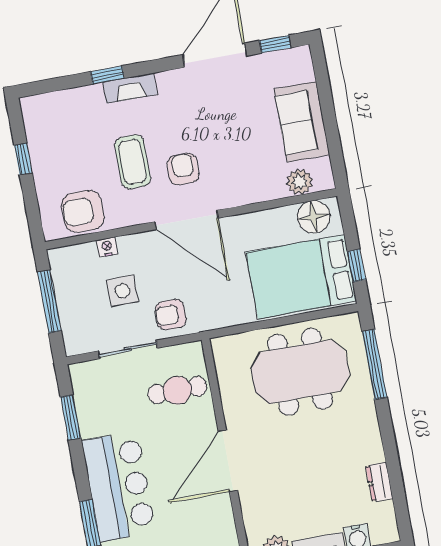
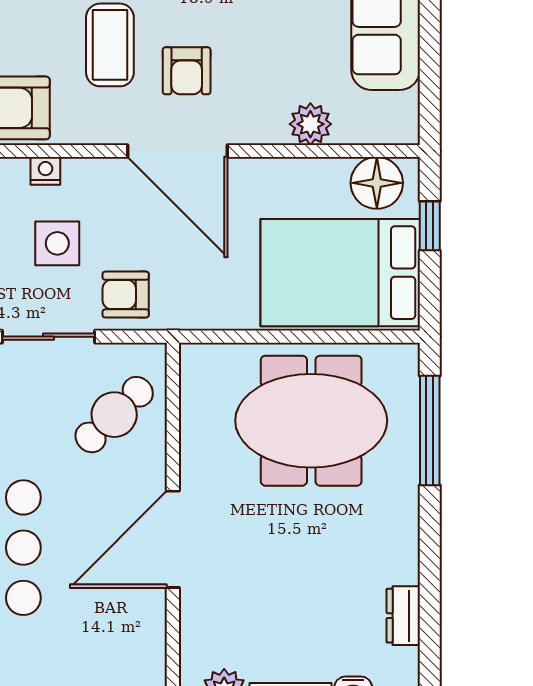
armchair: (183, 169) -> (187, 71), turned 180
plant: (300, 182) -> (310, 124), moved
window: (356, 265) -> (430, 226), moved
cafe table: (177, 390) -> (114, 415), turned -44

